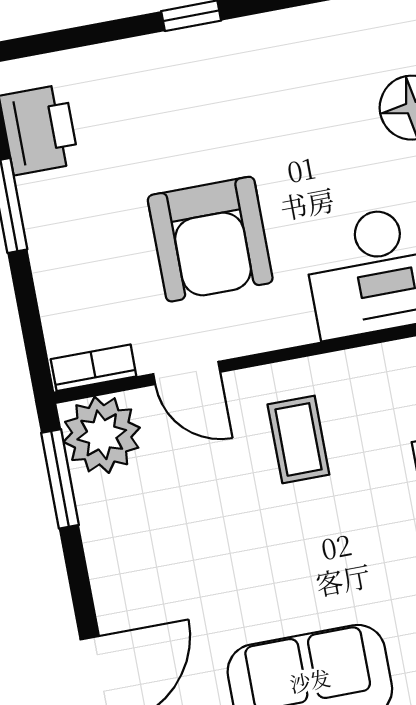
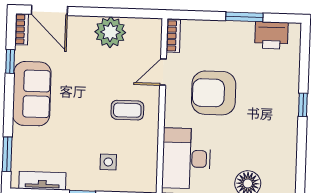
plant: (102, 435) -> (110, 32), moved
window: (60, 479) -> (133, 13), removed

